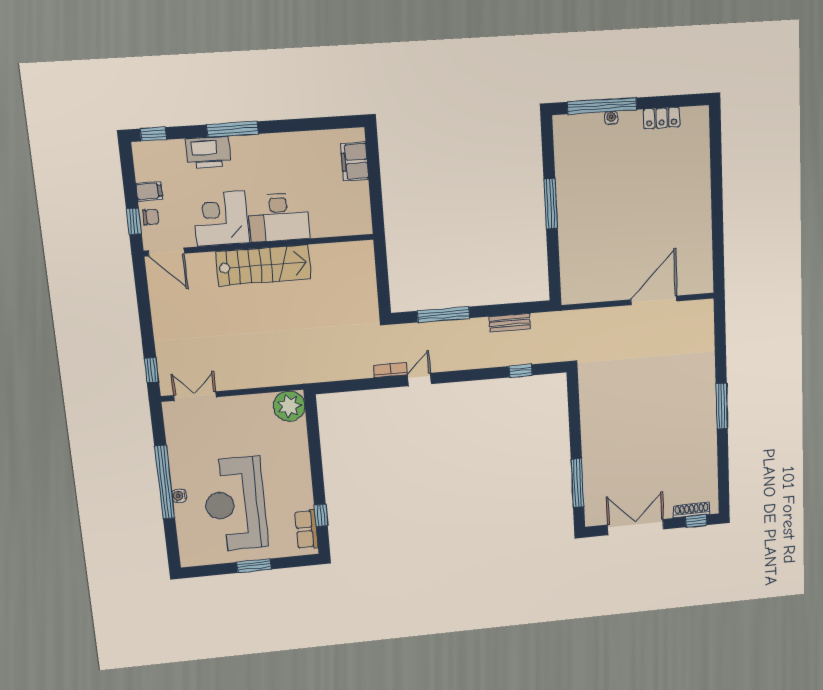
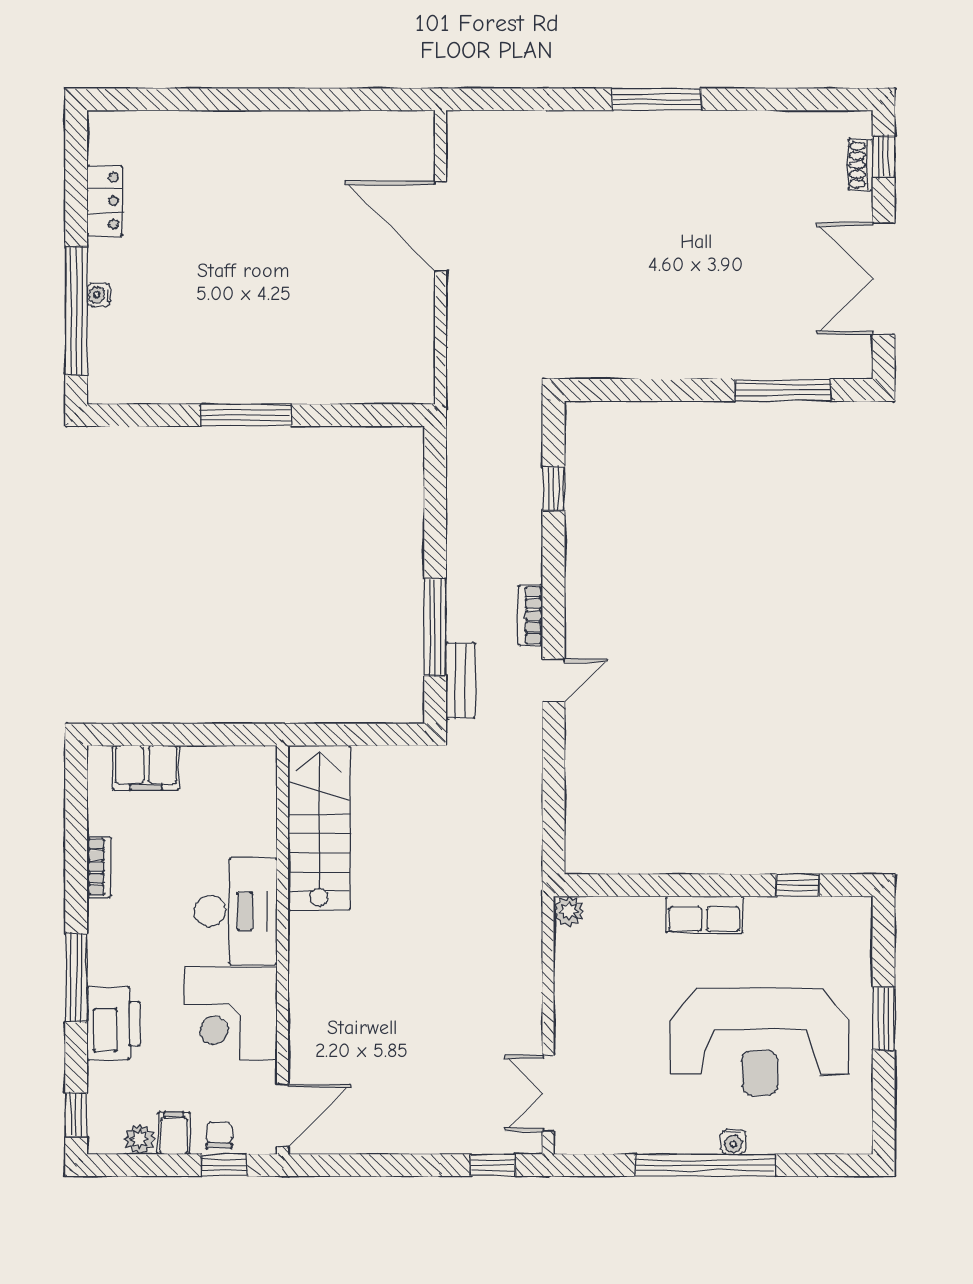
bookcase: (297, 138) -> (99, 867), added
plant: (143, 172) -> (140, 1139), added
stairs: (263, 265) -> (319, 828), moved
bench: (510, 323) -> (460, 680), moved
bookcase: (390, 370) -> (531, 615), moved
door: (419, 380) -> (553, 680), swing flipped
plant: (289, 406) -> (569, 911), width x0.53, depth x0.53
shoe rack: (692, 510) -> (860, 165), width x0.70
row of seats: (306, 529) -> (704, 915), moved

